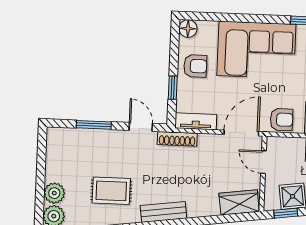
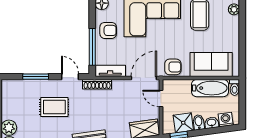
window: (173, 88) -> (92, 47), width x2.17
rug: (111, 191) -> (54, 107), moved

